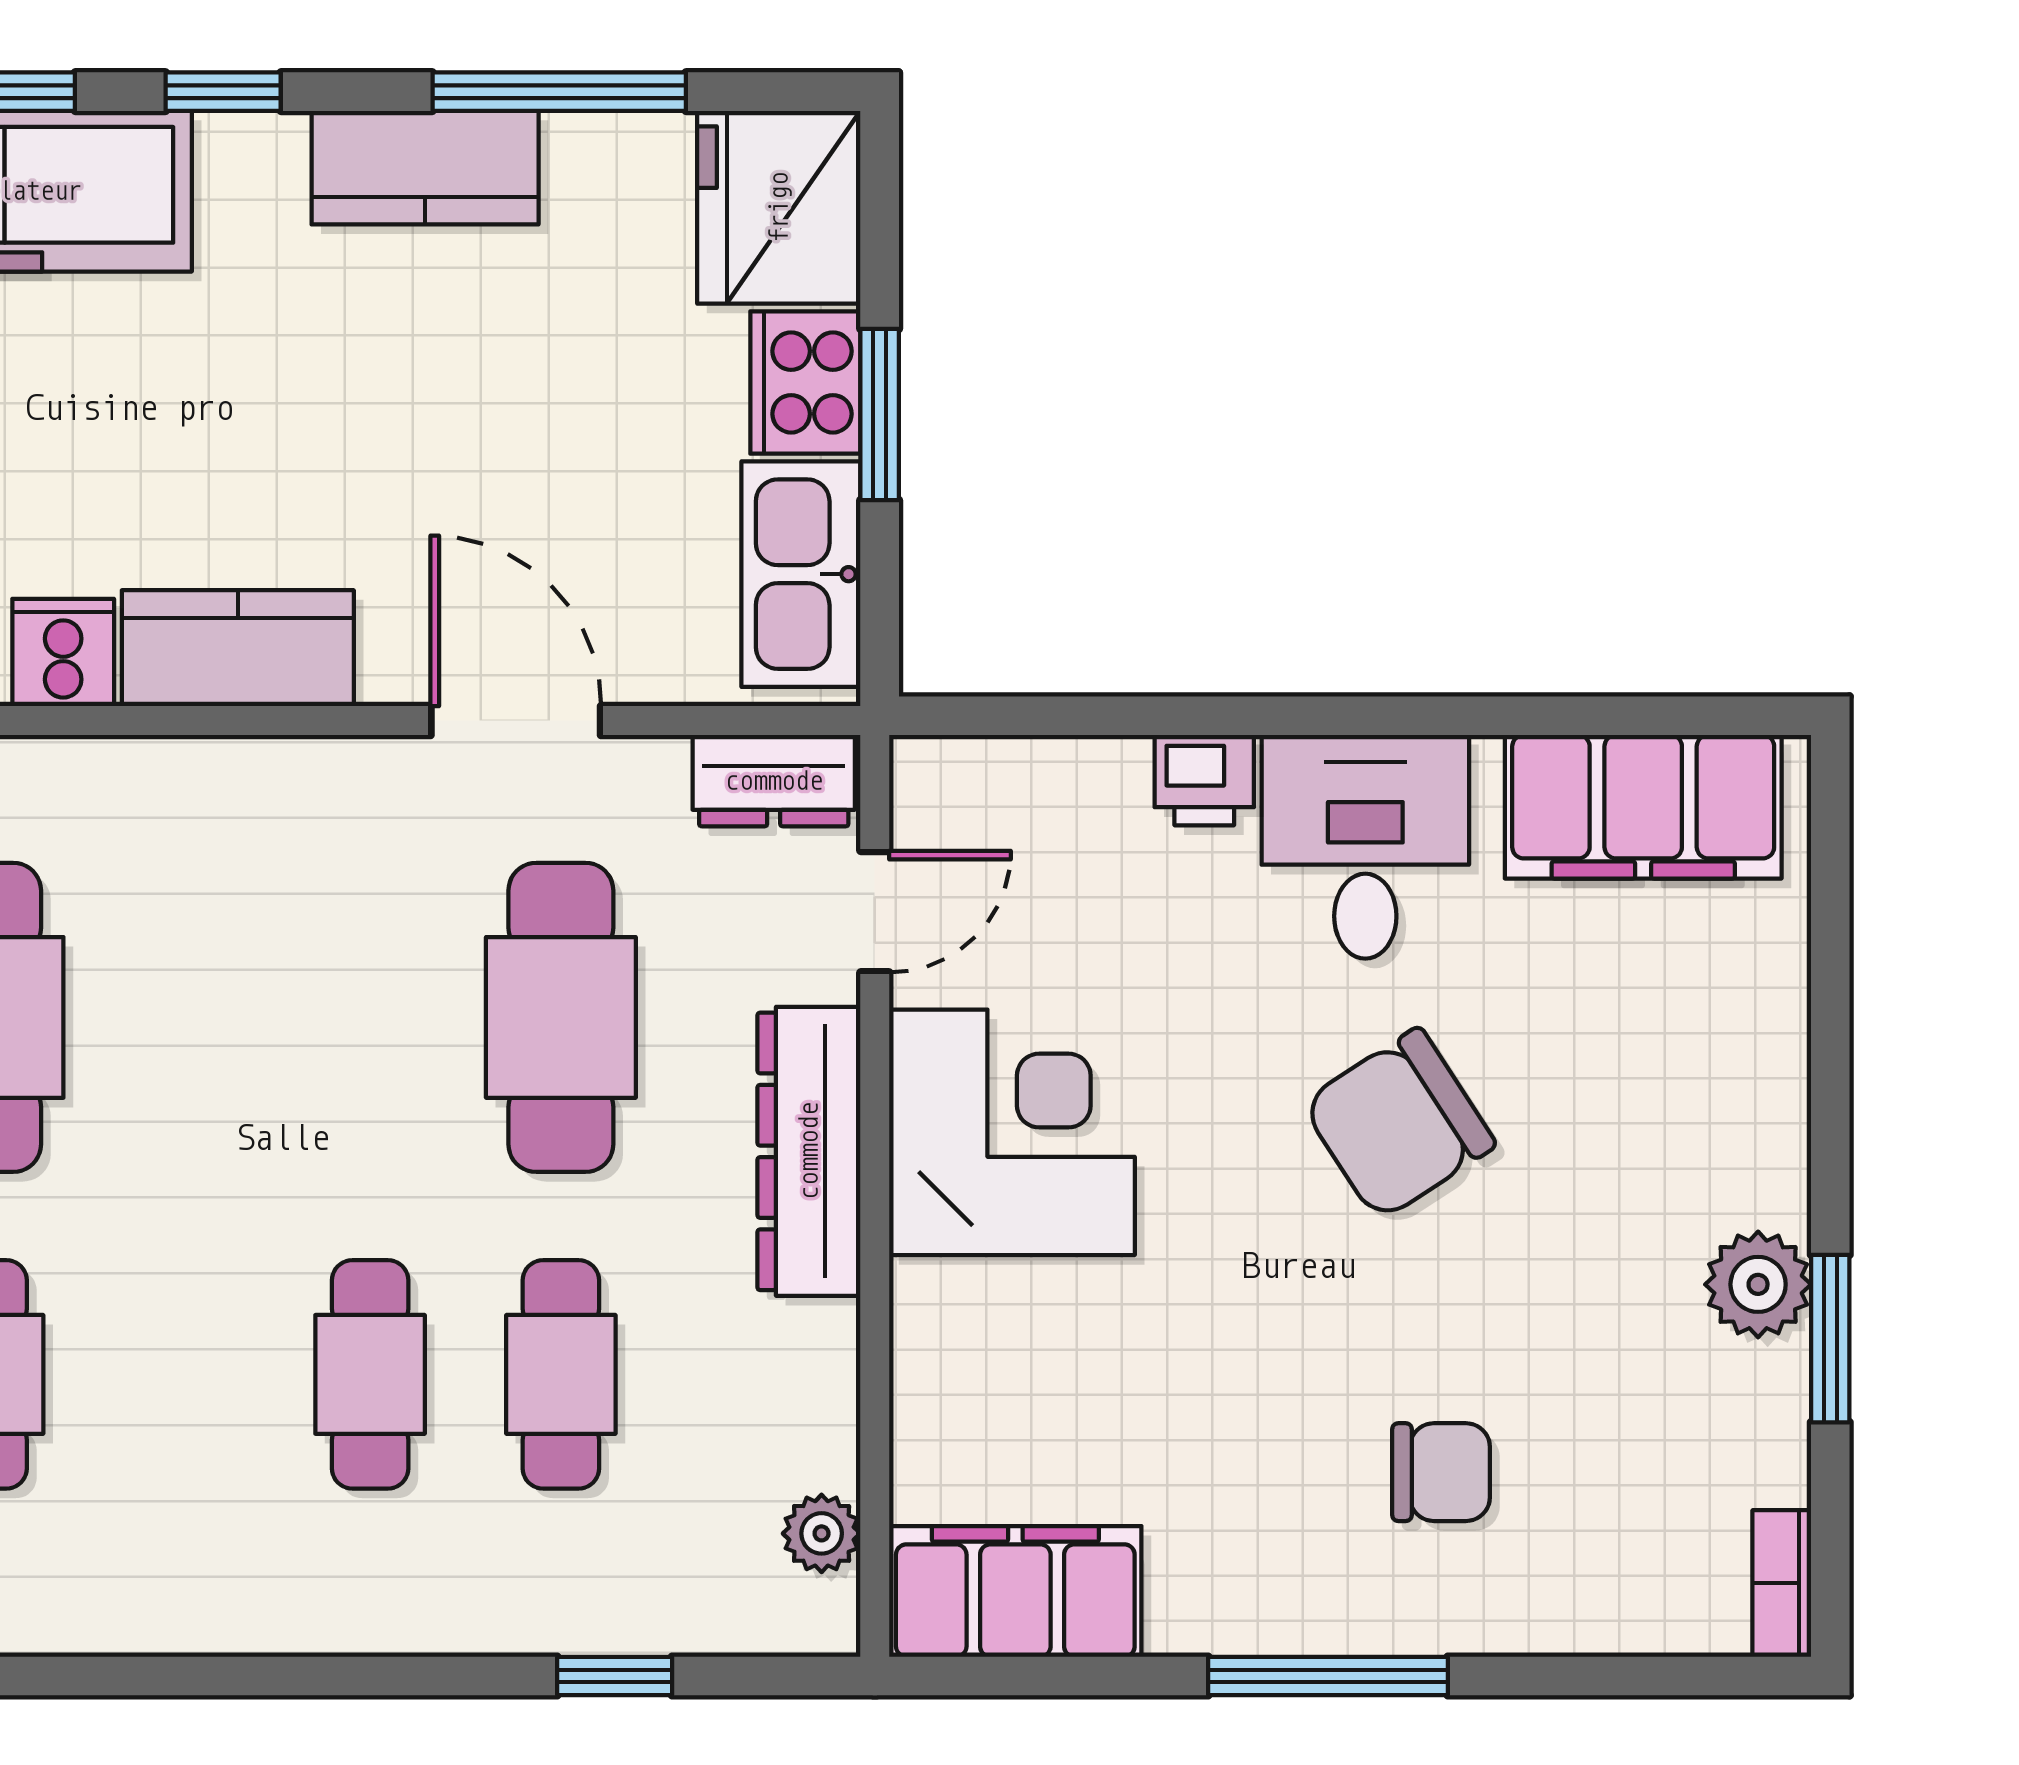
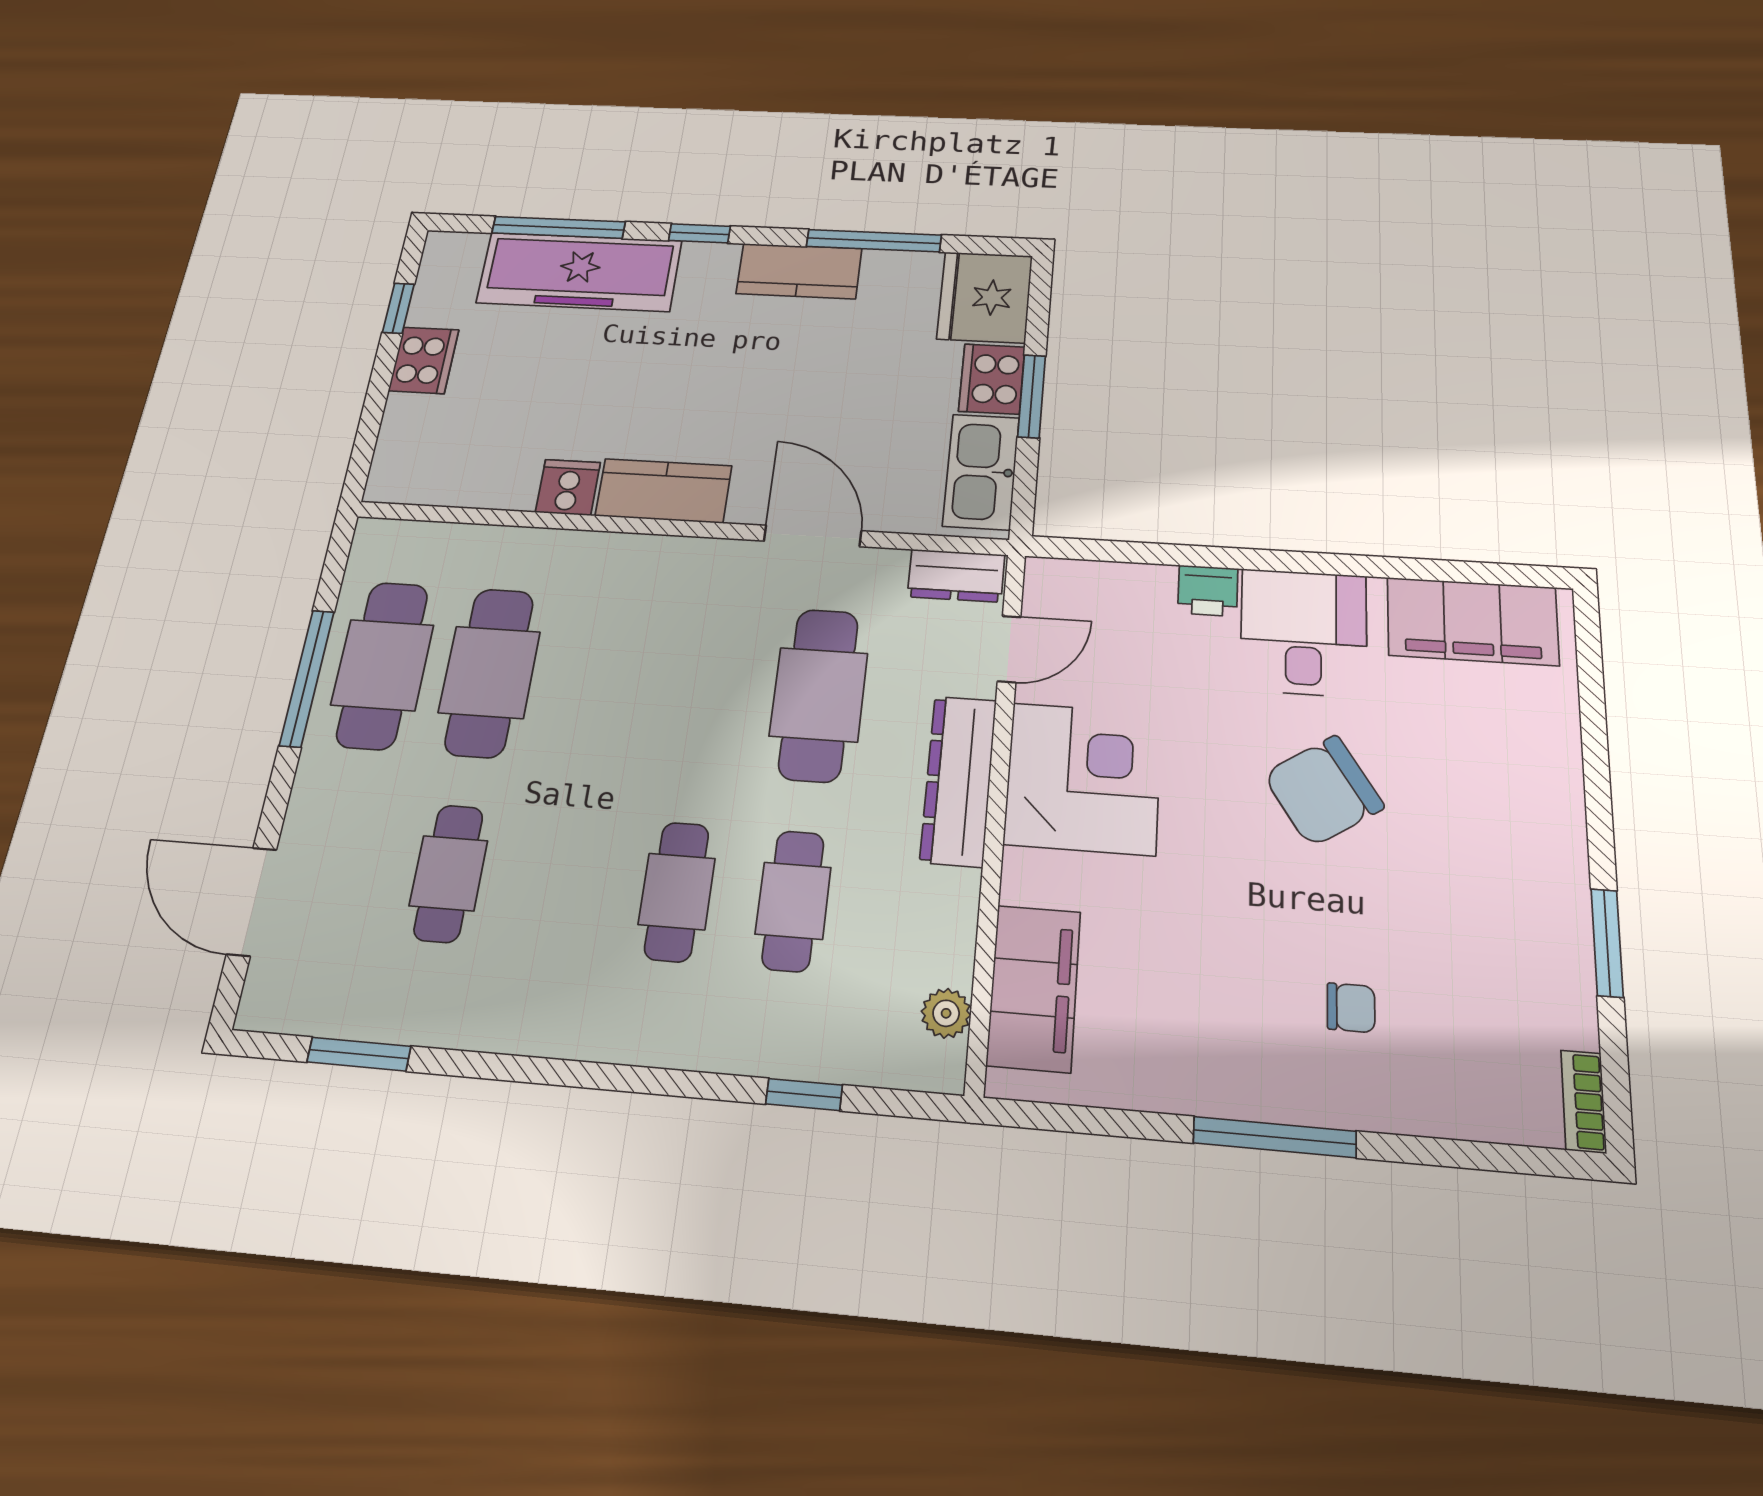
plant: (1758, 1284) -> (1557, 905), removed
chair: (1441, 1472) -> (1351, 1008), width x0.73, depth x0.73
filing cabinet: (1015, 1591) -> (1034, 988), moved, turned 90

